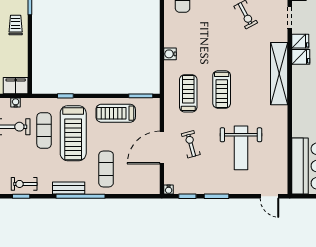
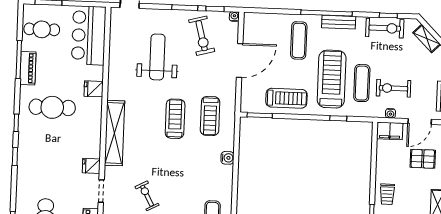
fridge: (301, 57) -> (94, 89), moved
exercise bike: (191, 144) -> (202, 36), moved, width x1.38, depth x1.39
exercise bike: (24, 184) -> (385, 28), width x1.38, depth x1.39

